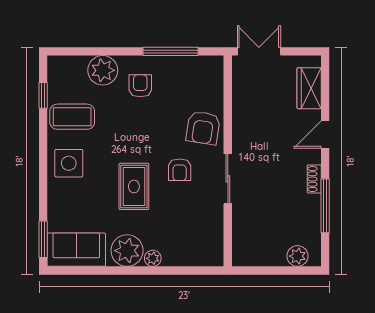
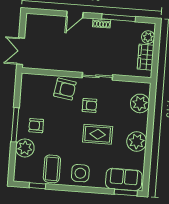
window: (171, 51) -> (15, 125), moved
wardrobe: (309, 88) -> (146, 57), moved, turned 90
door: (325, 135) -> (75, 14), hinge flipped
sofa: (76, 250) -> (124, 179), moved, turned 90
plant: (153, 258) -> (140, 103), moved, width x1.87, depth x1.87

